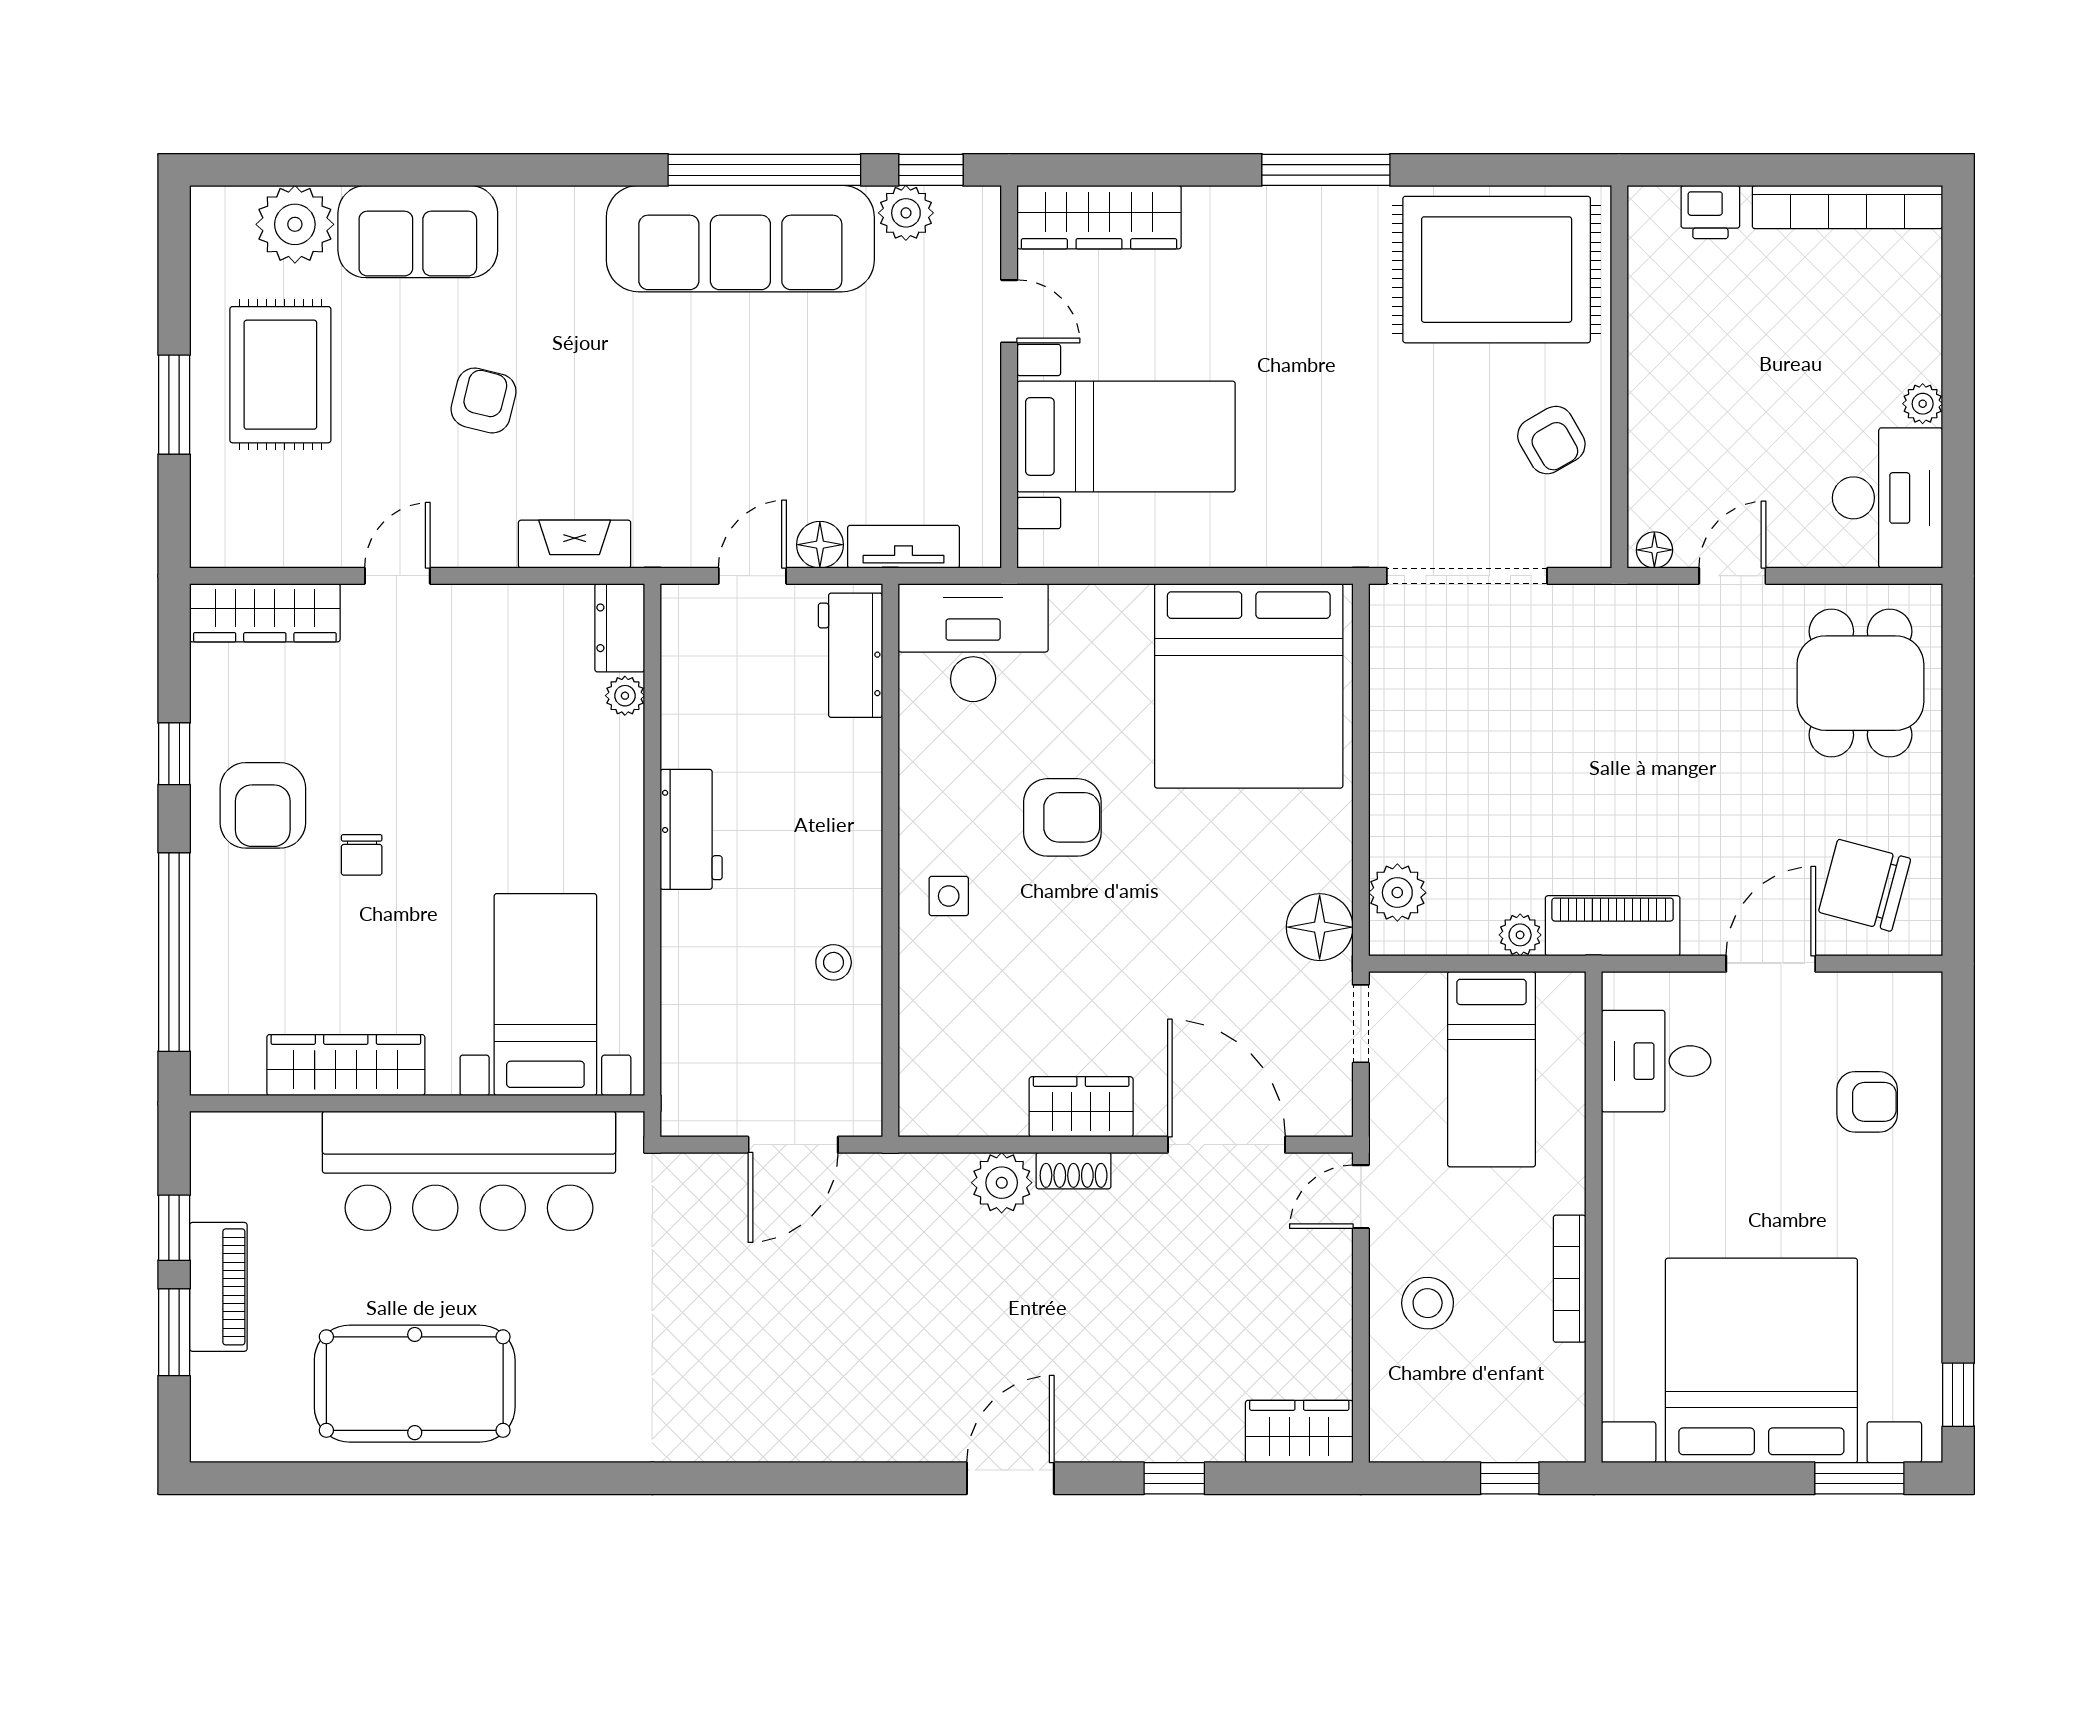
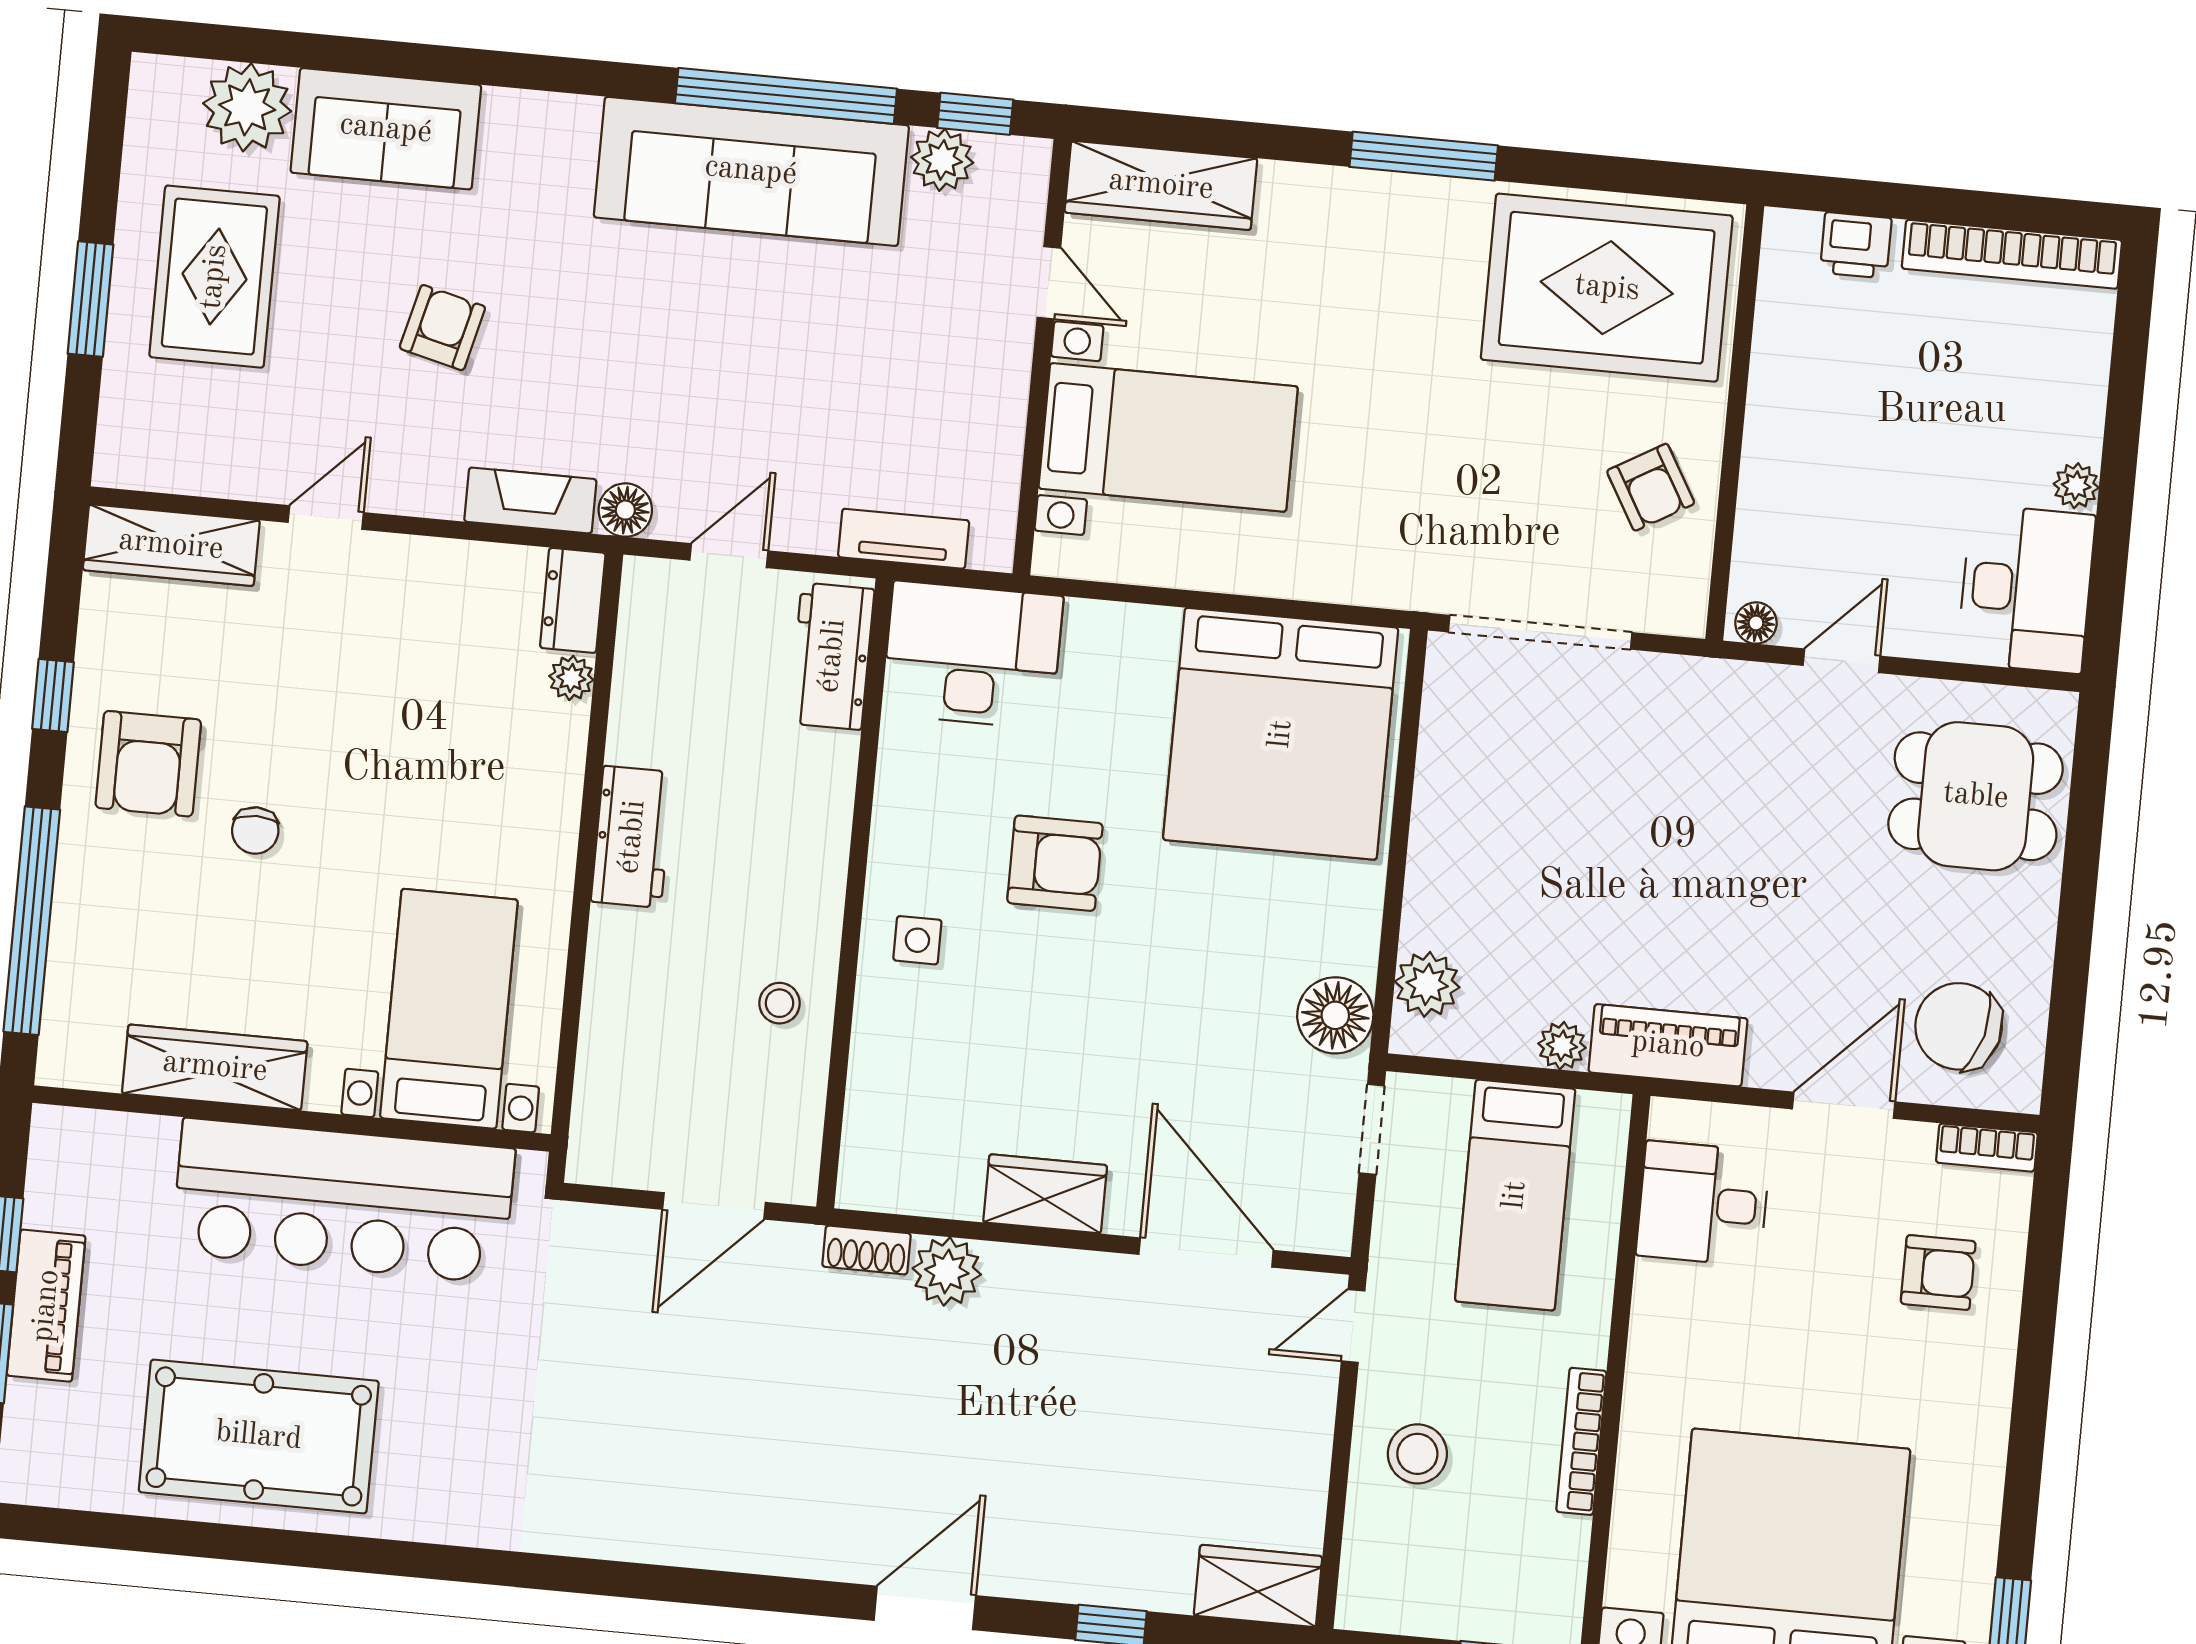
floor lamp: (820, 545) -> (625, 510), moved
dining table: (1860, 683) -> (1976, 796), turned 90
bookcase: (1899, 989) -> (1987, 1148), added
shoe rack: (1074, 1171) -> (867, 1250), moved

